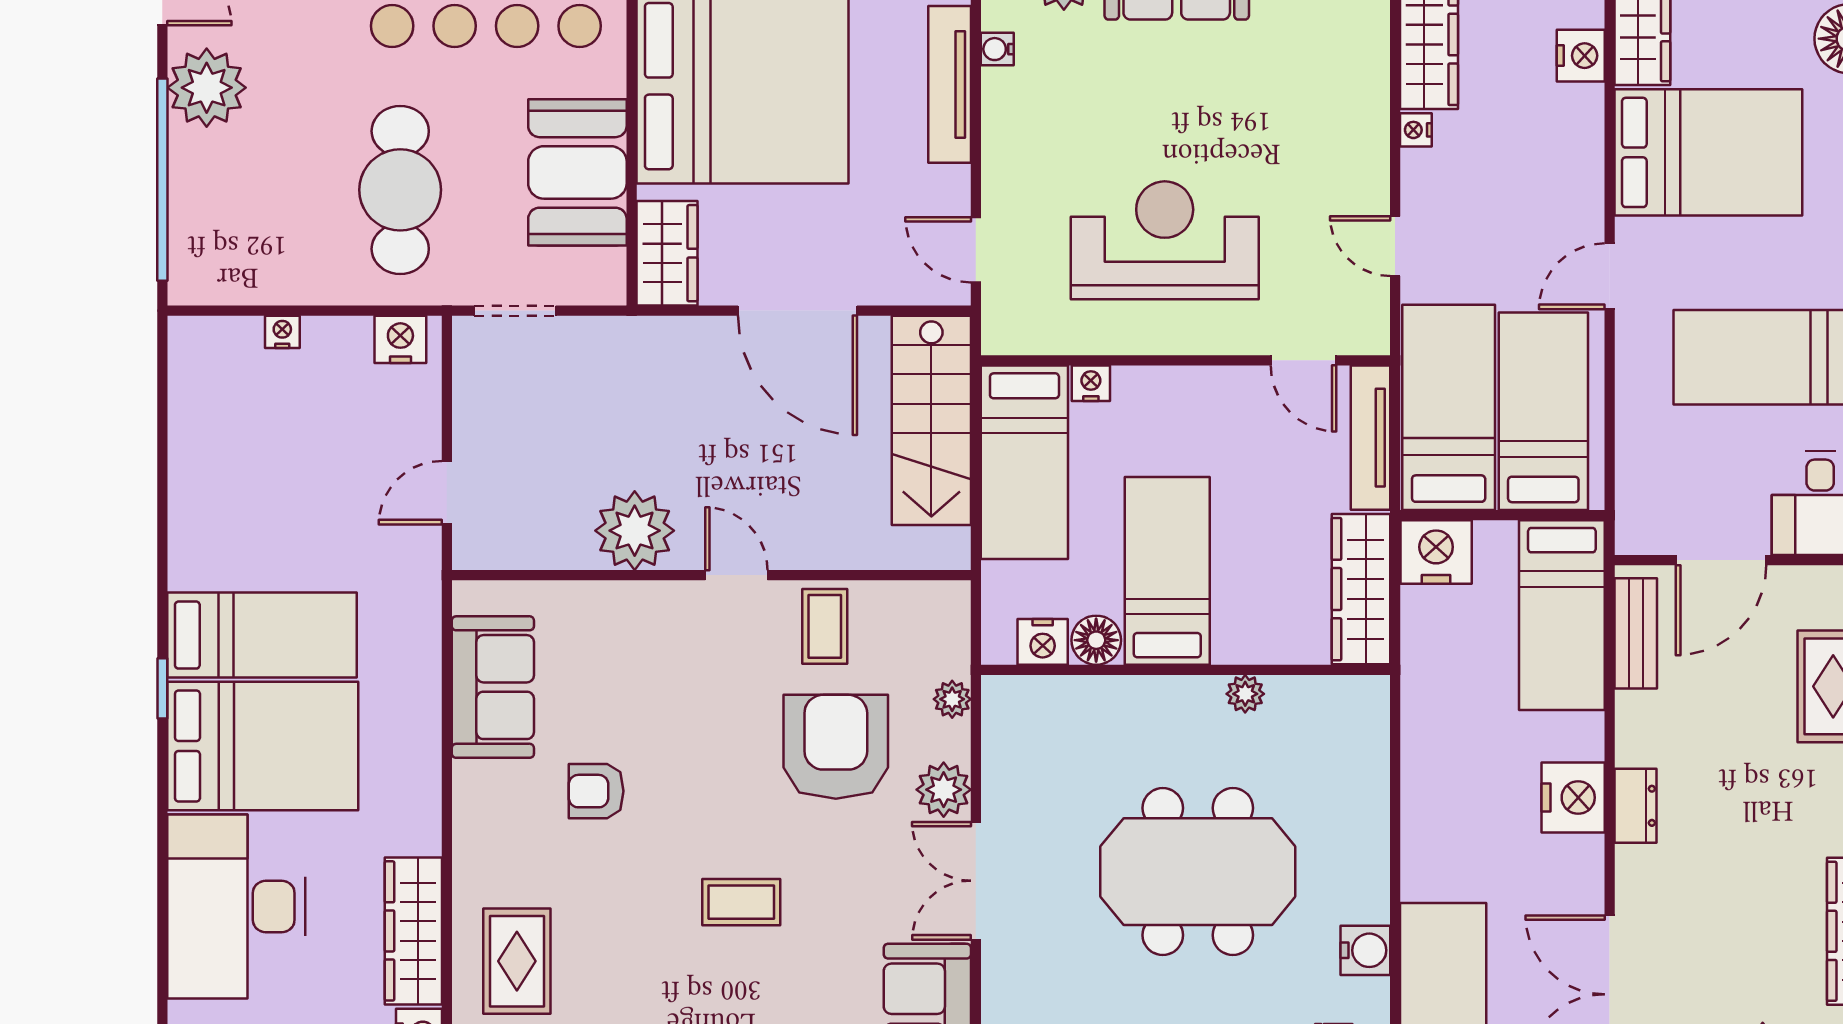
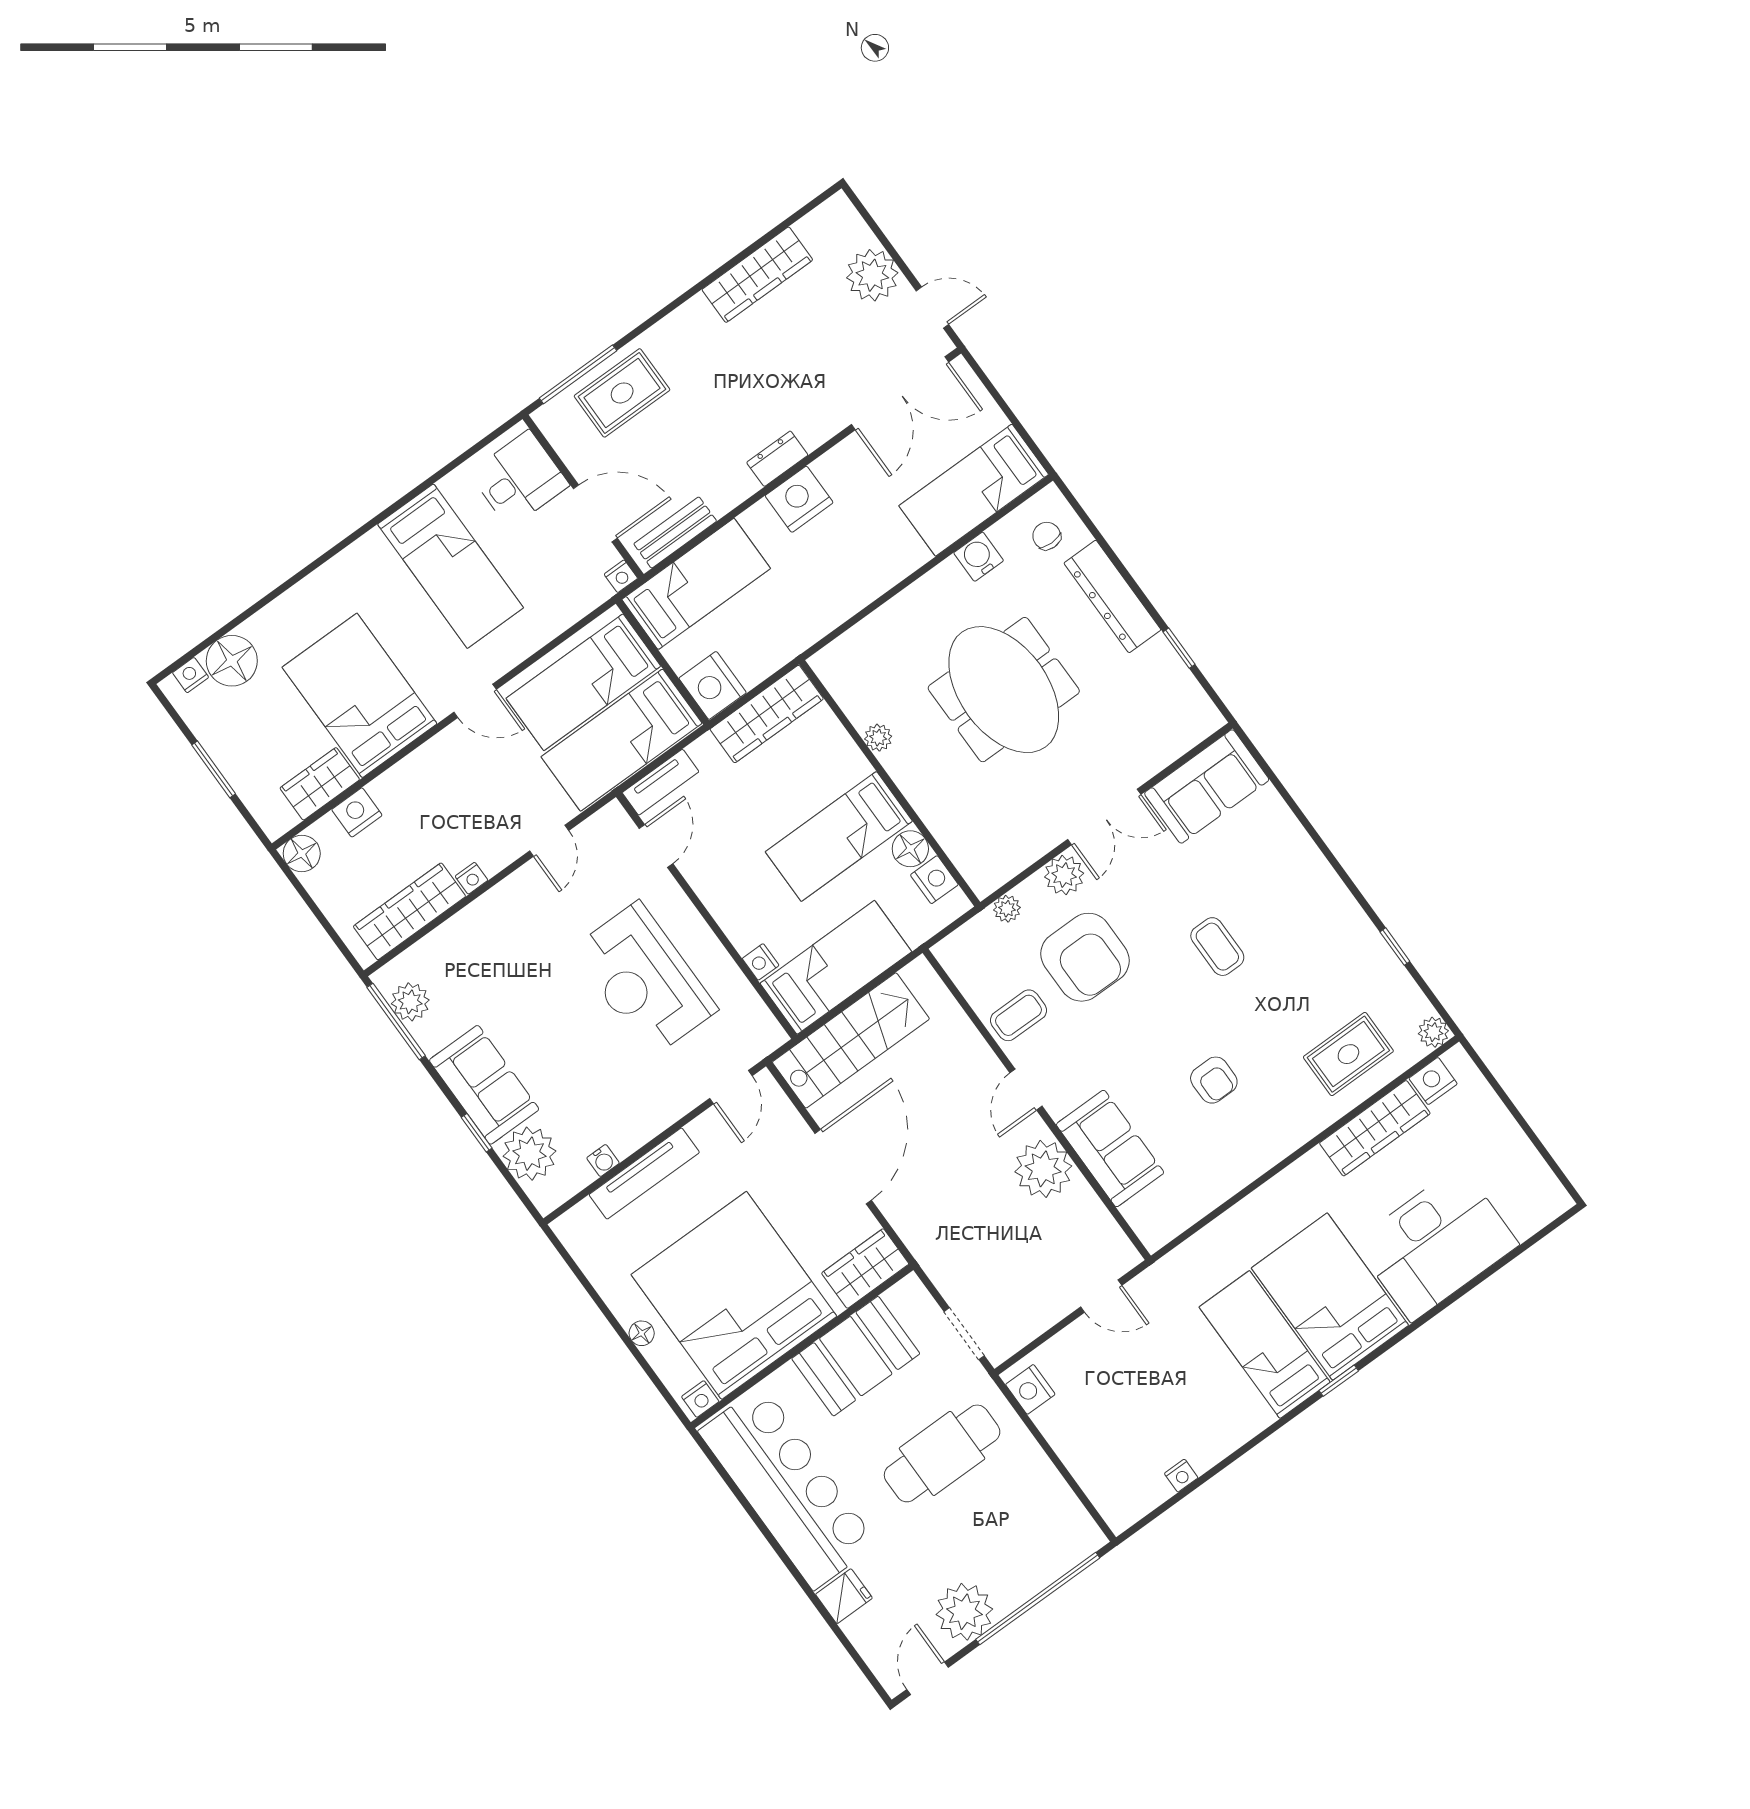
nightstand: (282, 332) -> (1181, 1476), moved, turned -90
tv unit: (1371, 438) -> (661, 782), width x0.71
nightstand: (1631, 538) -> (621, 576), added
sofa: (493, 687) -> (1110, 1149), moved, turned 90
armchair: (836, 747) -> (1085, 957), turned -90

